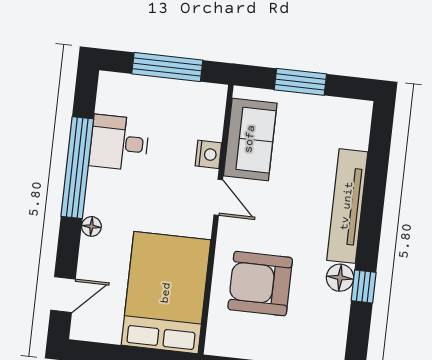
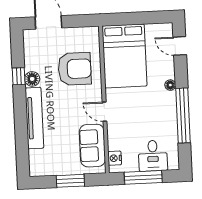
desk: (119, 143) -> (153, 156), moved, turned 90
nightstand: (208, 154) -> (115, 158), moved
door: (63, 295) -> (180, 46), hinge flipped

